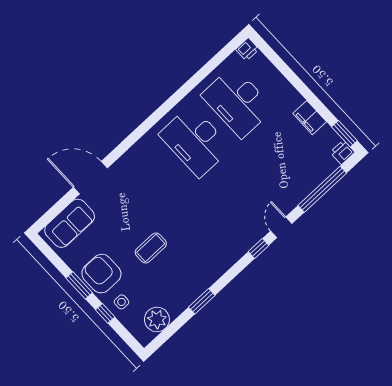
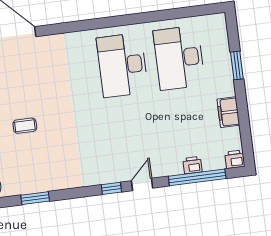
printer: (247, 49) -> (192, 165), moved, turned 180
window: (344, 134) -> (237, 65), moved
coffee table: (151, 248) -> (25, 126), width x0.73, depth x0.77

